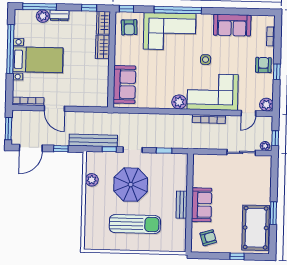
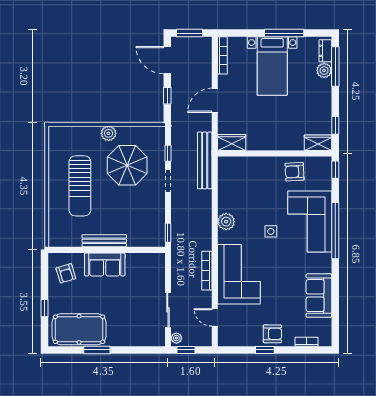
dresser: (59, 15) -> (325, 51), moved
armchair: (129, 27) -> (295, 172), moved
wardrobe: (103, 47) -> (232, 142), moved
window: (10, 49) -> (284, 33), width x0.68
side table: (206, 60) -> (271, 231), moved
sofa: (124, 84) -> (245, 169), removed
plant: (179, 102) -> (226, 222), moved
plant: (266, 105) -> (225, 338), removed
door: (54, 109) -> (215, 100), moved
bench: (93, 140) -> (205, 160), moved
window: (164, 151) -> (168, 233), moved
plant: (92, 180) -> (109, 133), moved
parasol: (131, 185) -> (127, 165), moved
bench: (182, 205) -> (104, 241), width x1.36

